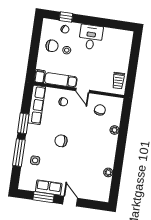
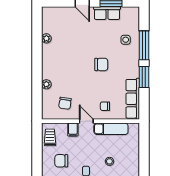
chair: (52, 46) -> (61, 161), moved
filing cabinet: (40, 76) -> (73, 130), moved

